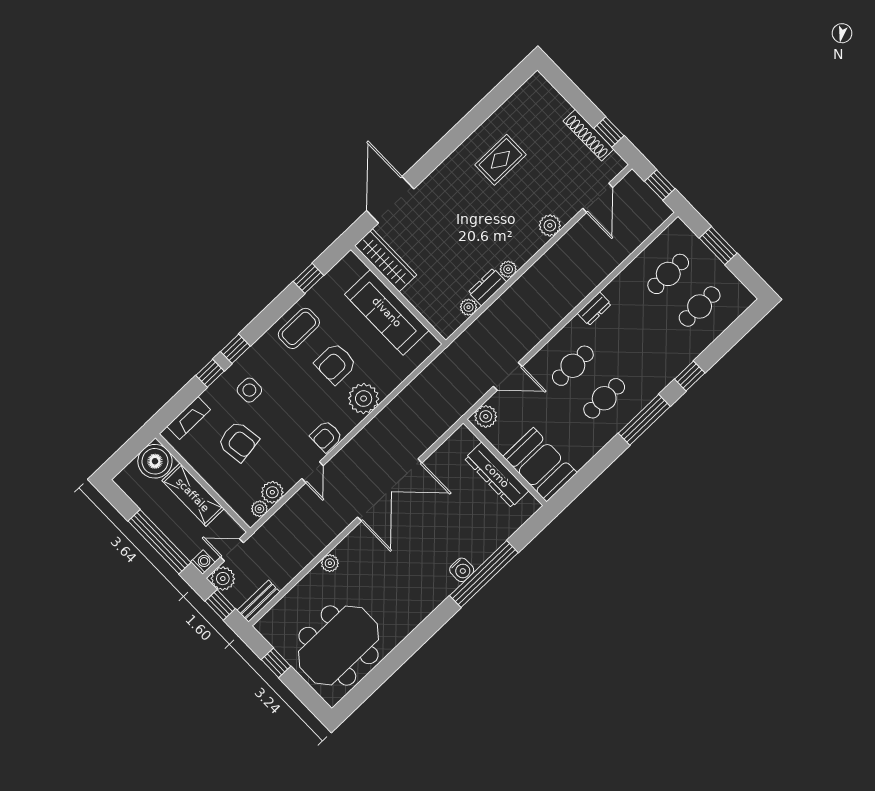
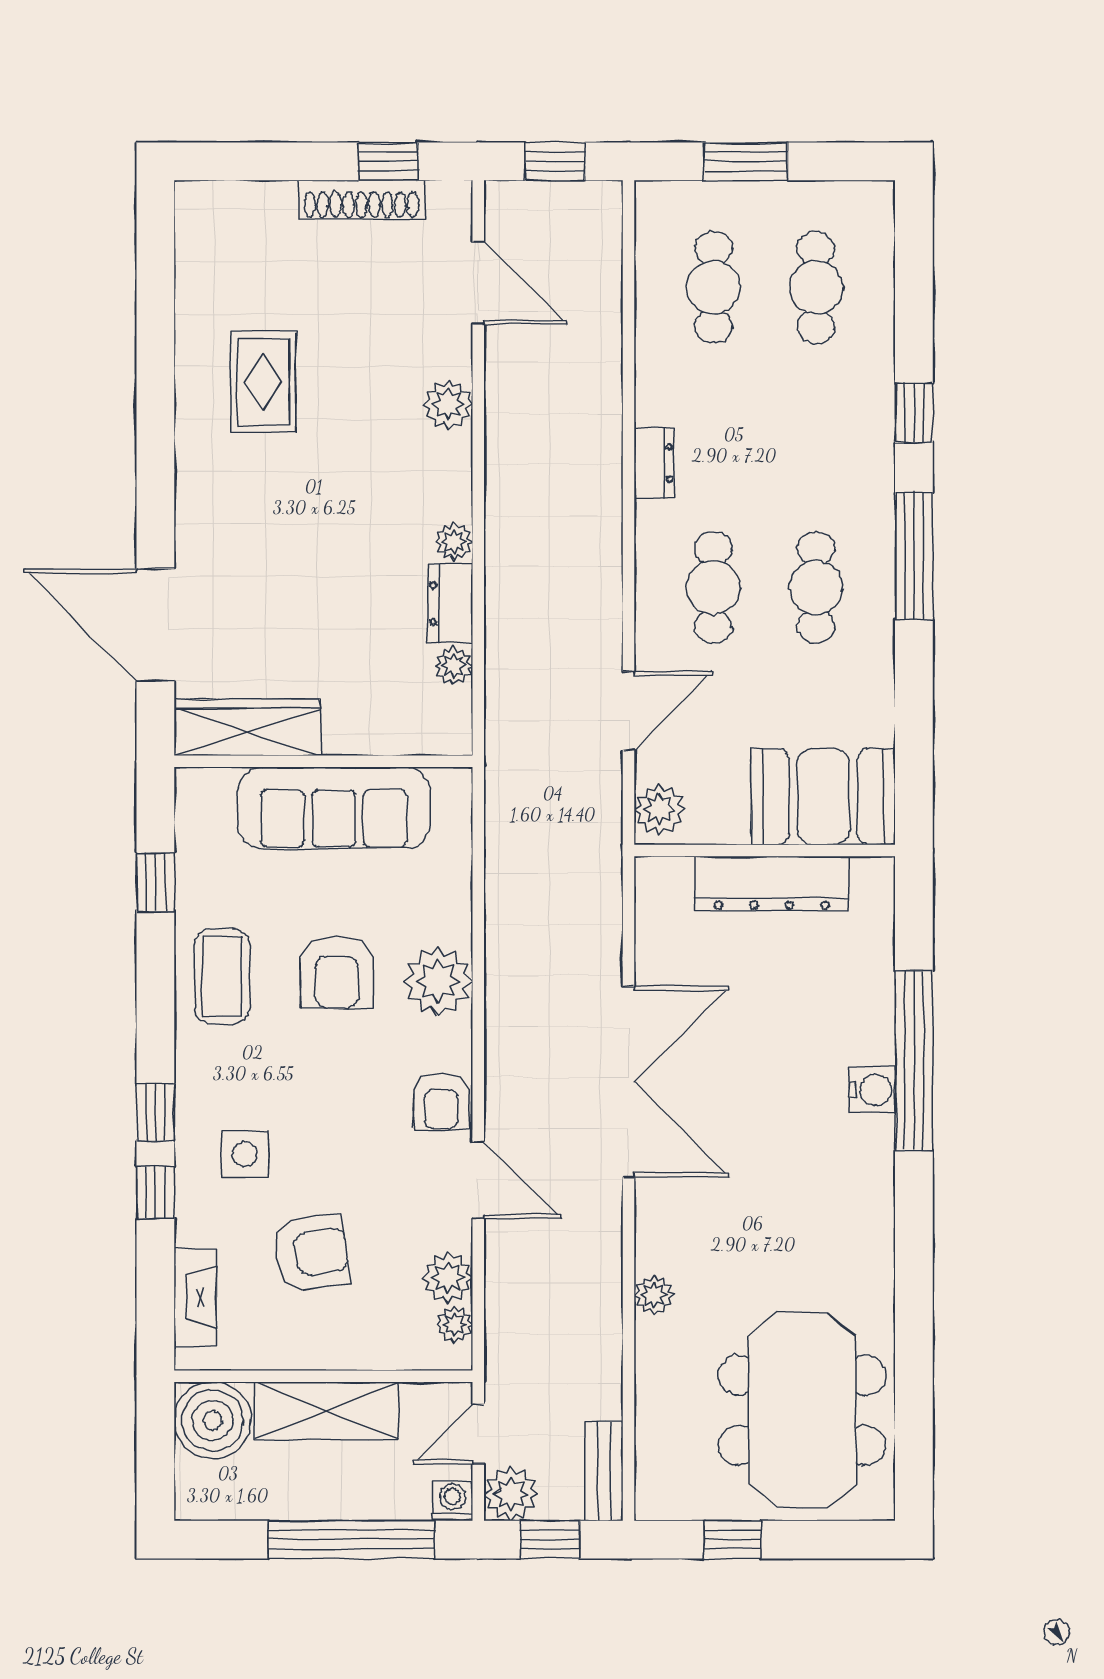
door: (313, 472) -> (478, 1180), width x1.38

